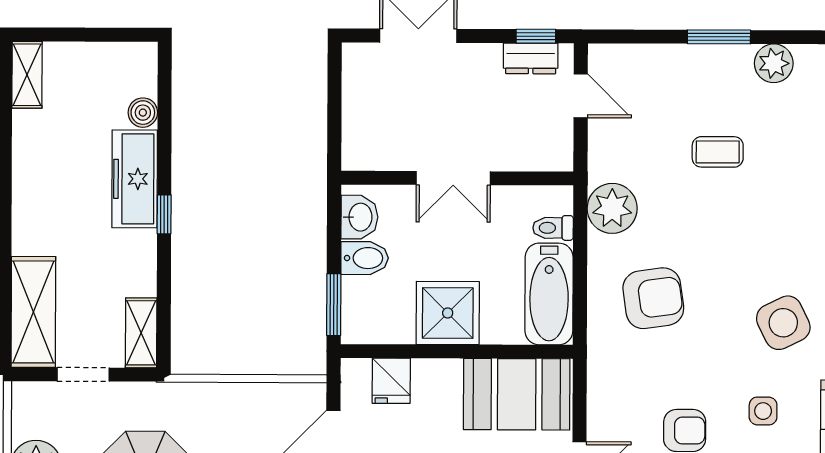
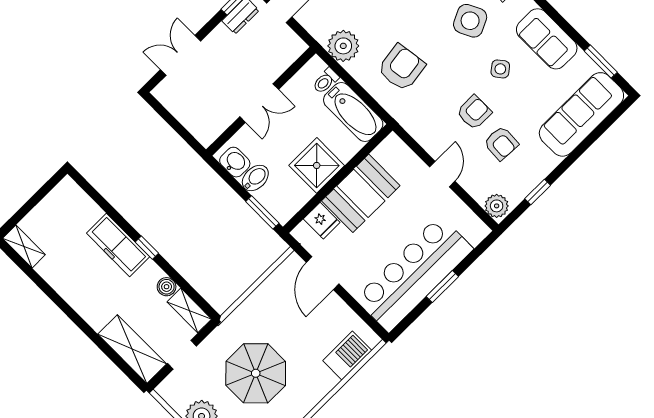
boiler: (143, 113) -> (167, 287), moved
booth: (517, 394) -> (361, 193), moved
side table: (763, 411) -> (500, 69), turned -38

